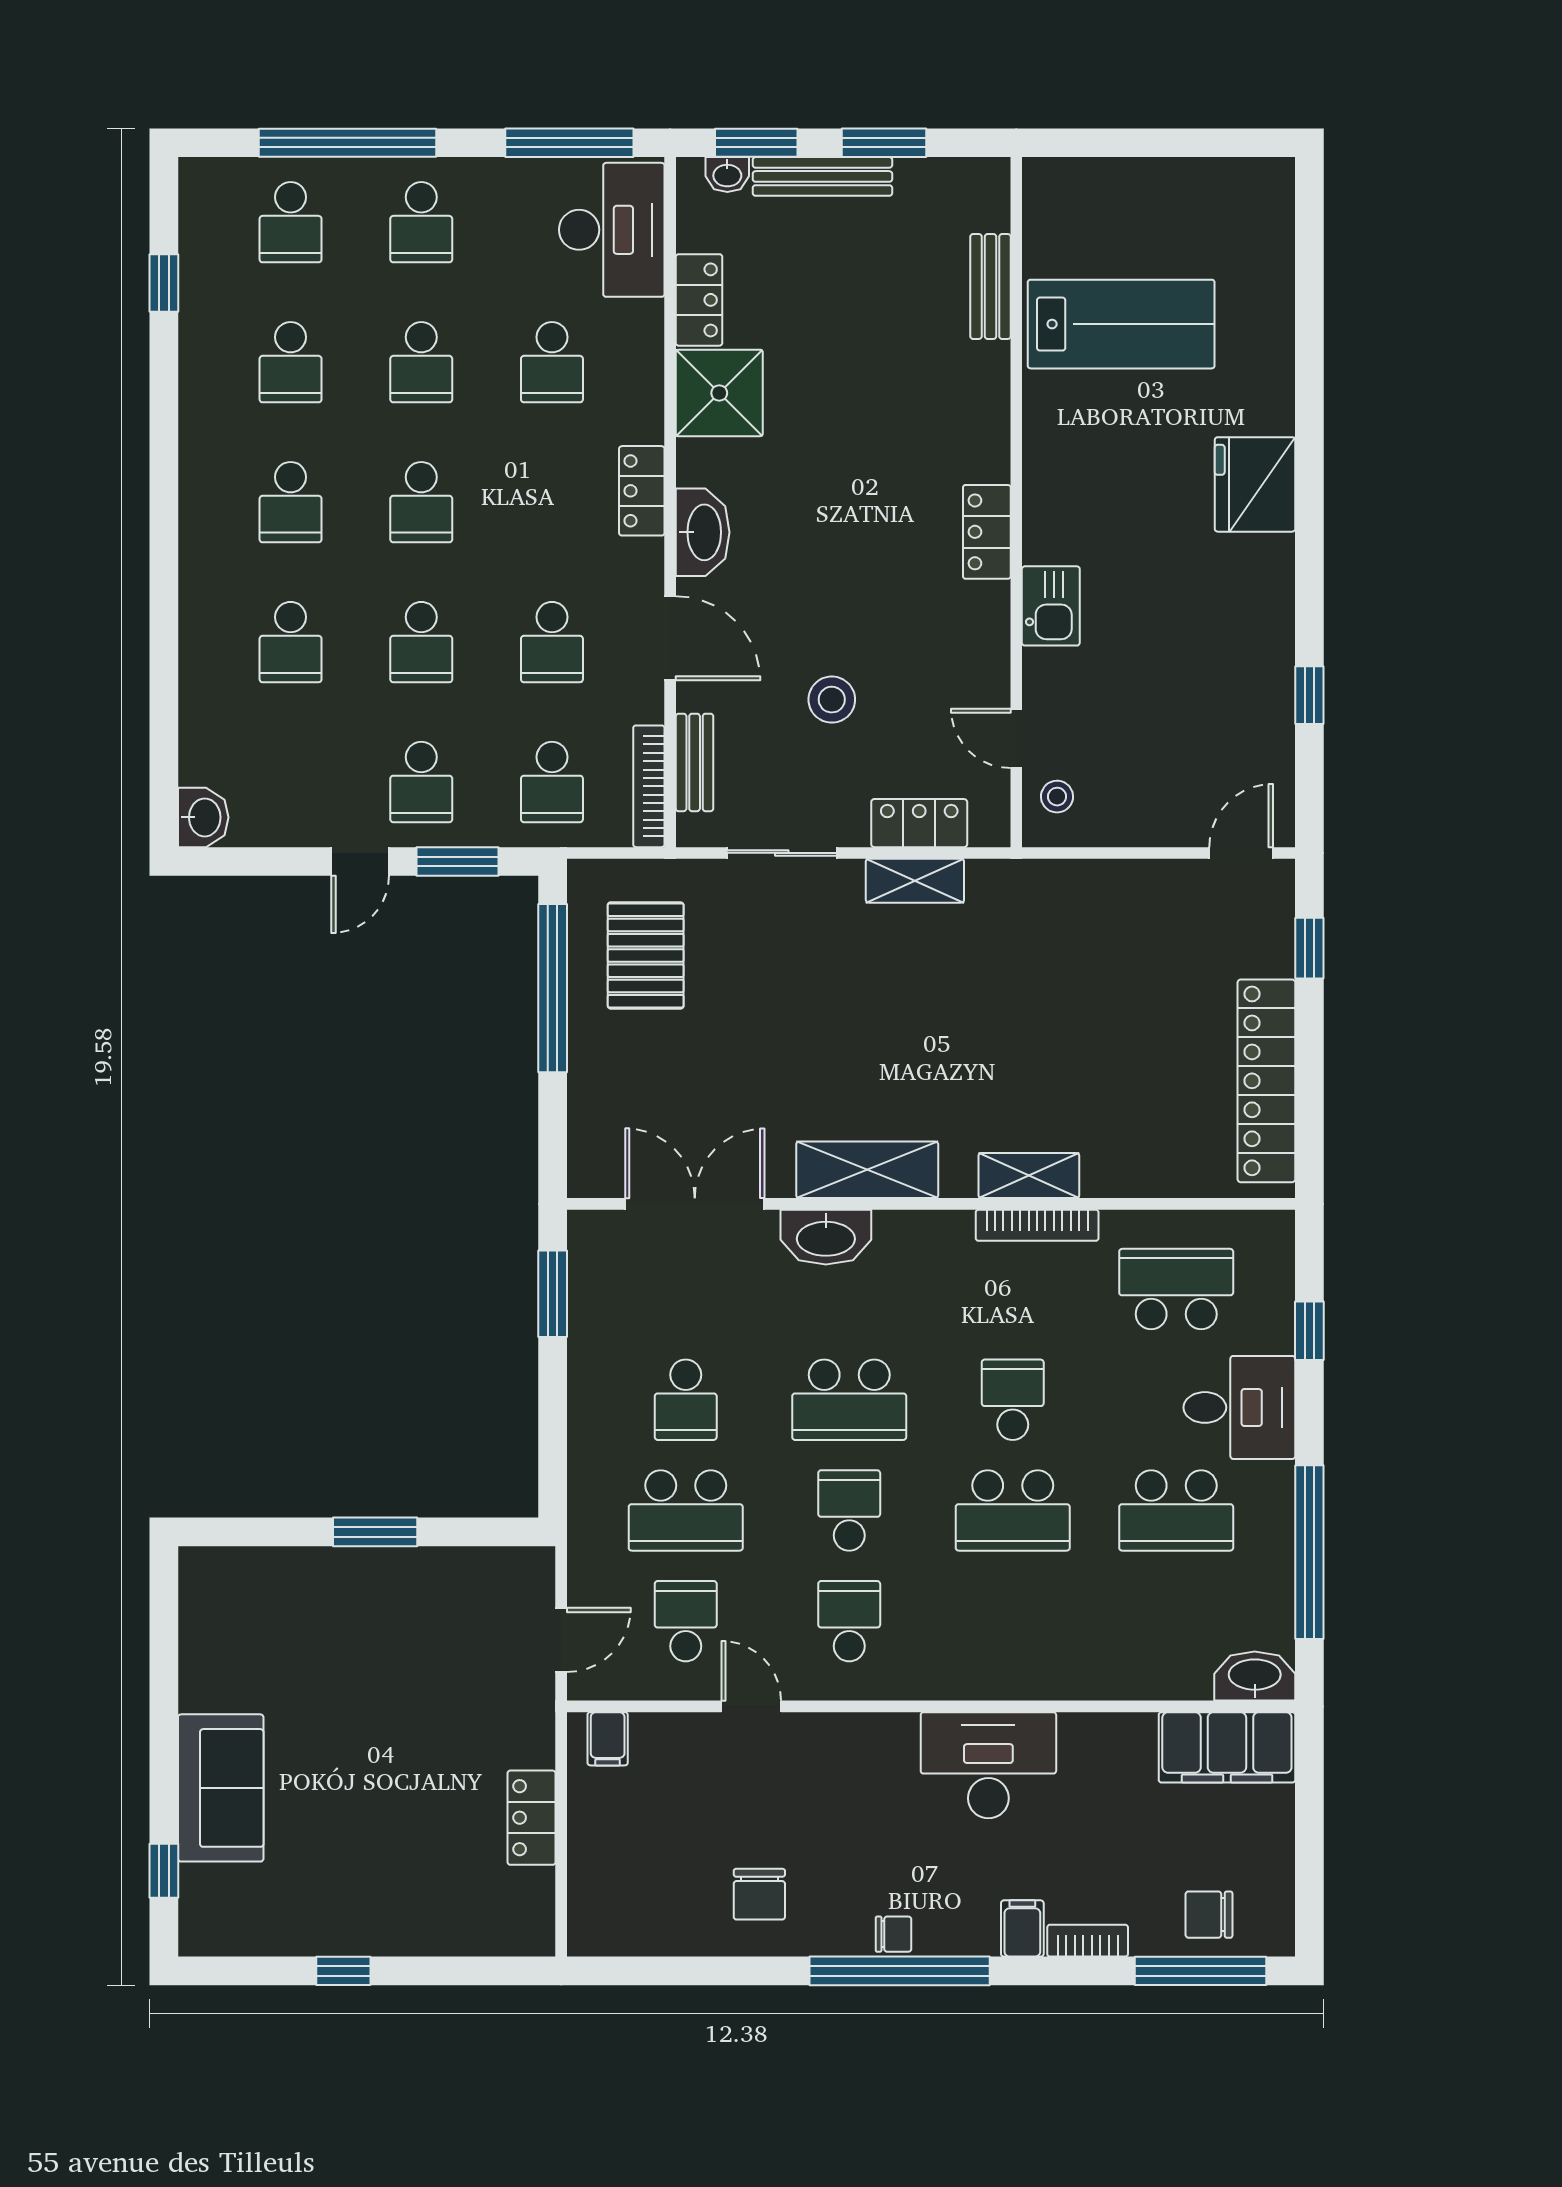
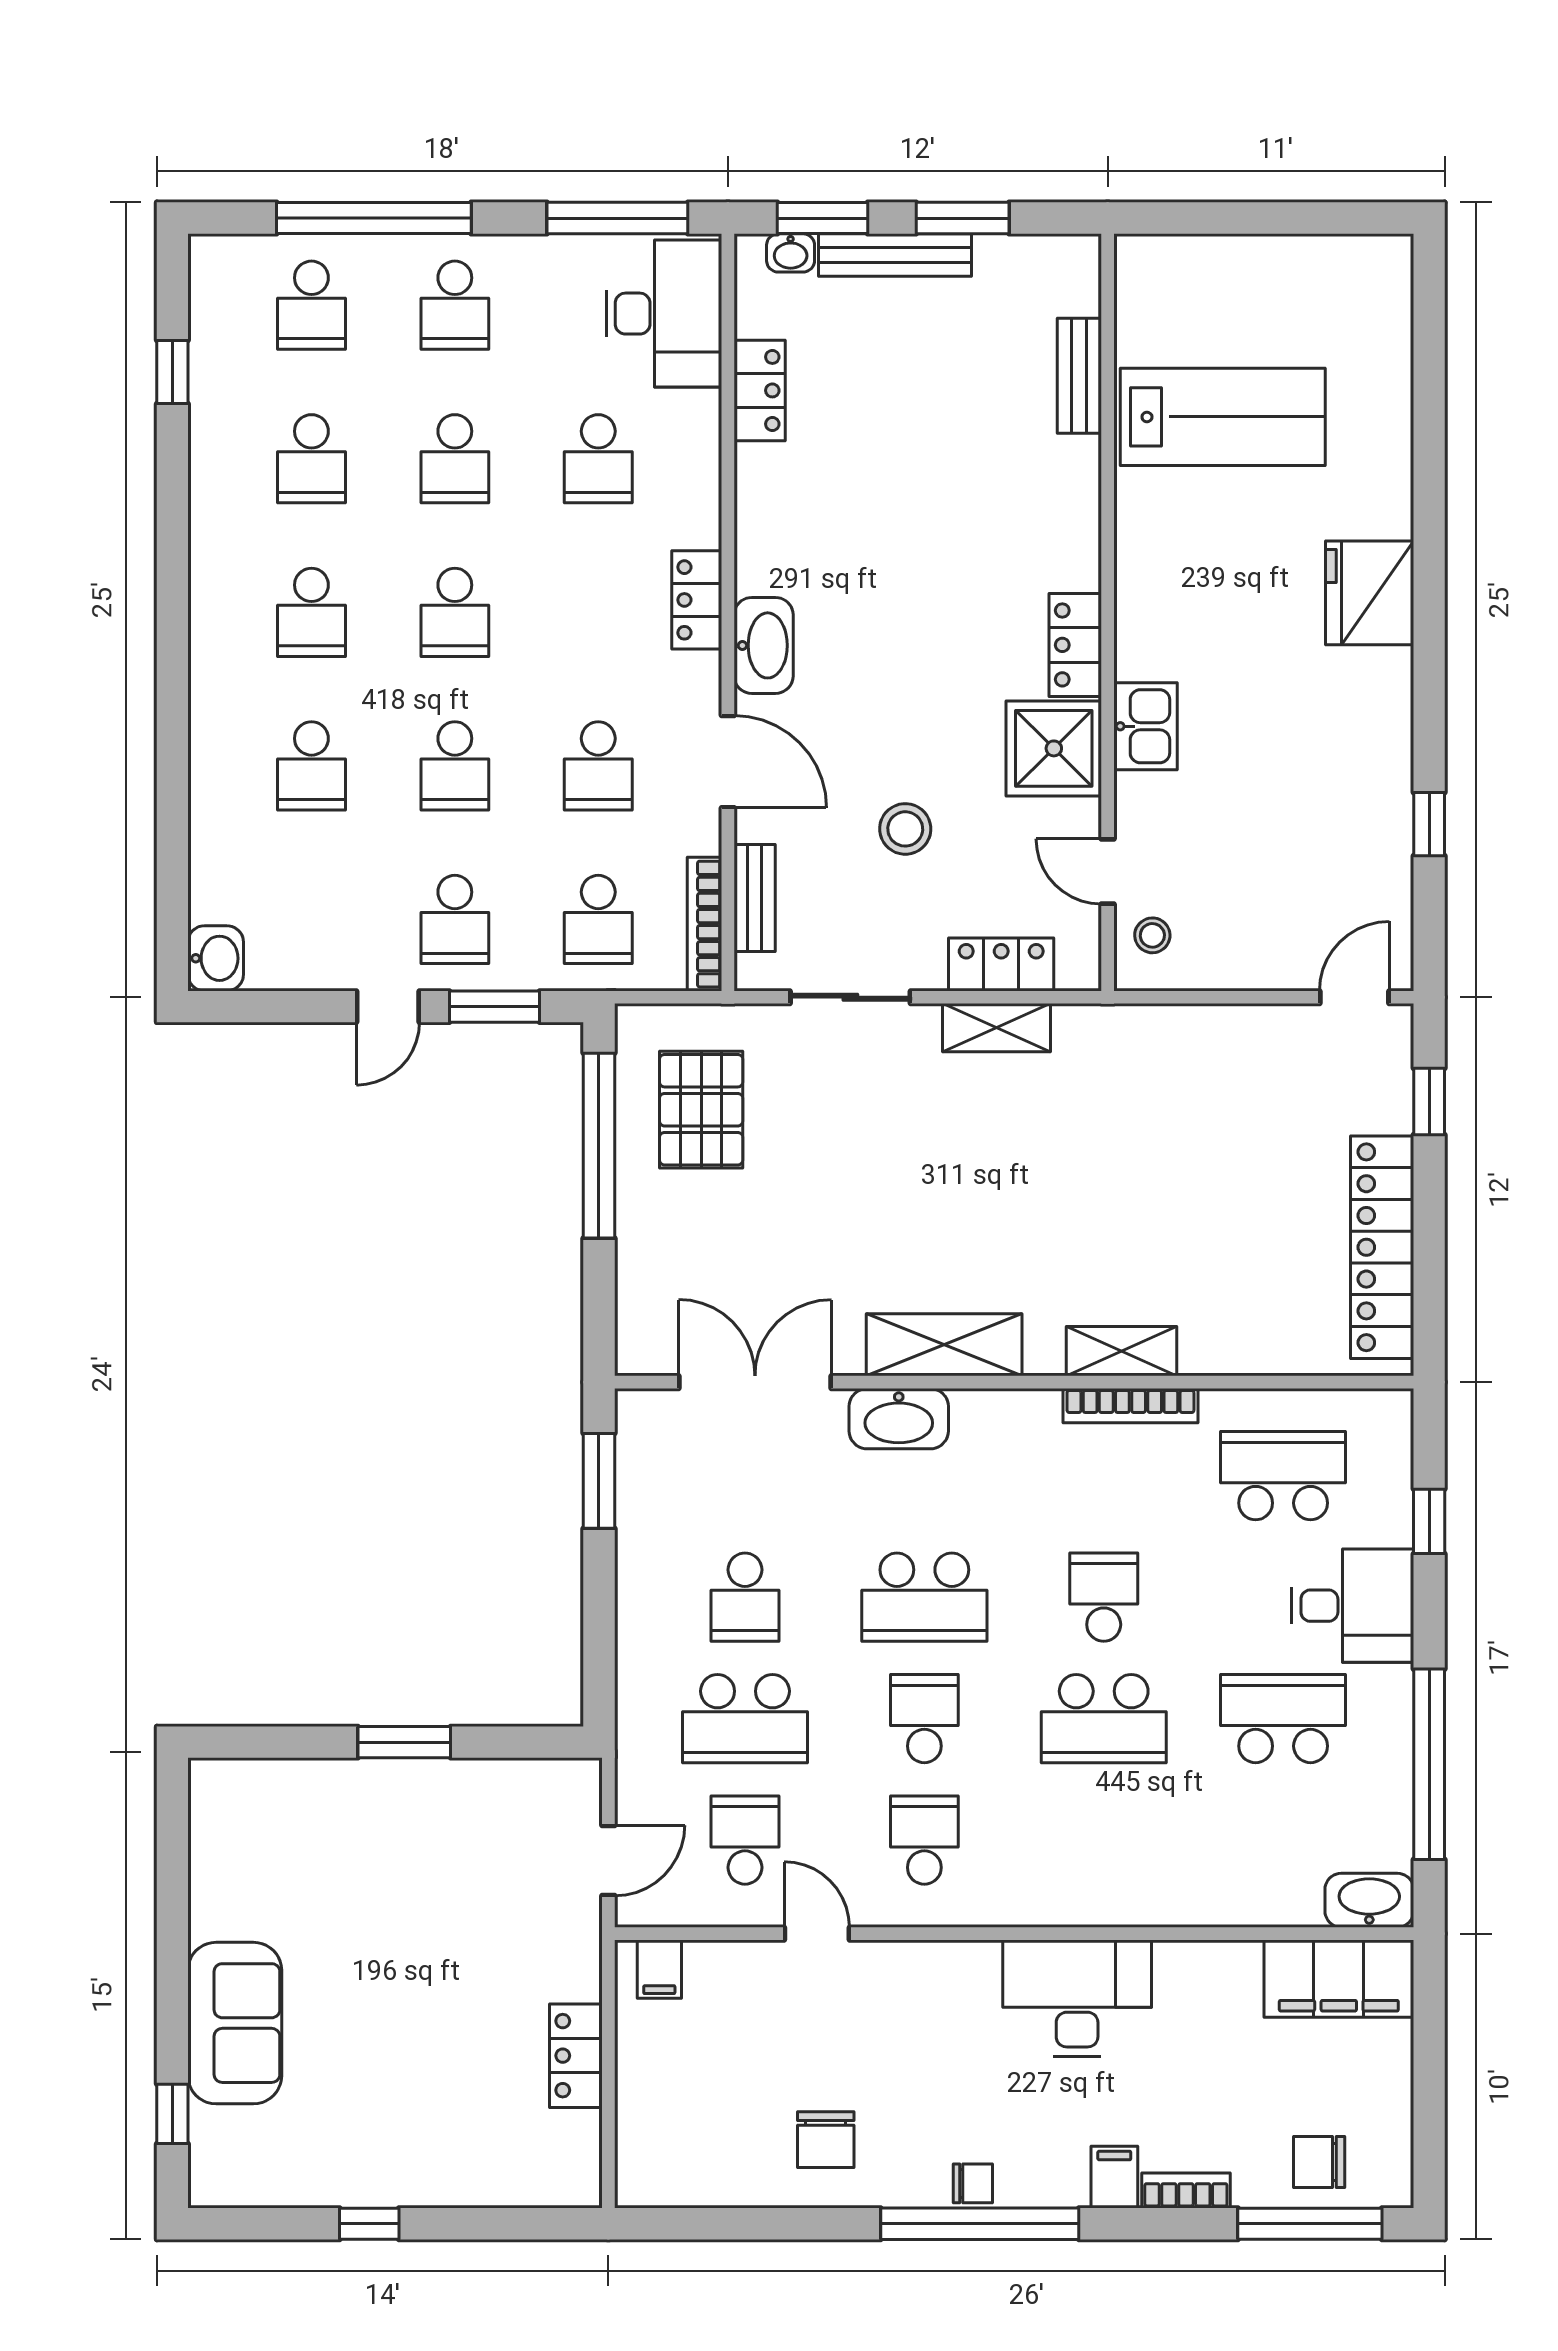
shower: (719, 393) -> (1054, 748), moved
school desk: (1176, 1510) -> (1283, 1719), turned 180

